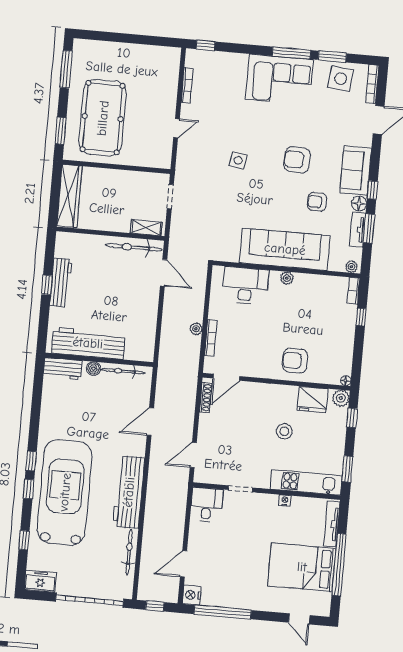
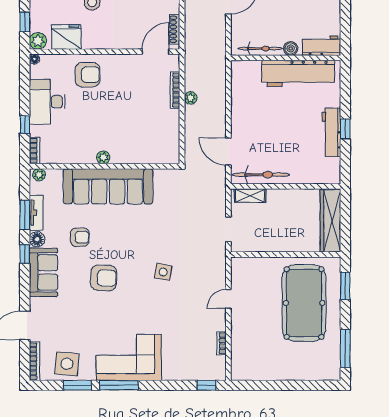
bookcase: (187, 85) -> (221, 343), width x0.64
desk: (245, 286) -> (47, 102), moved, turned 90

